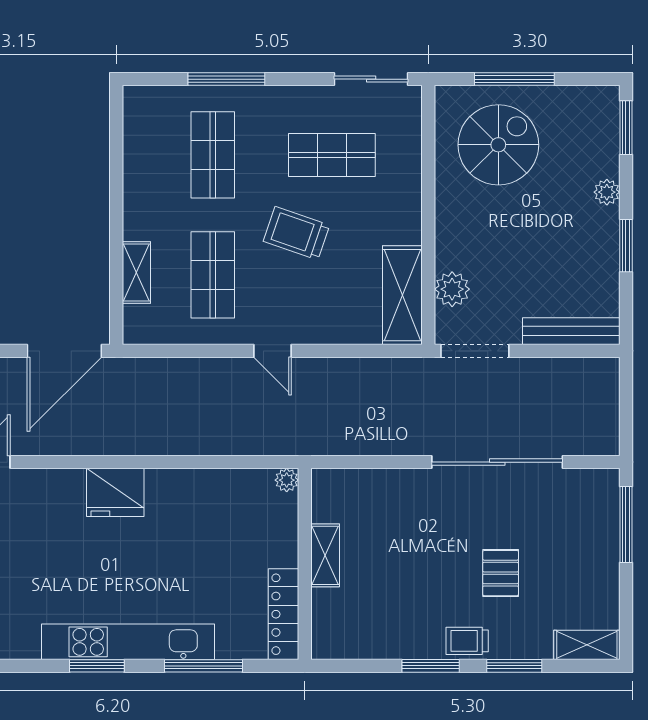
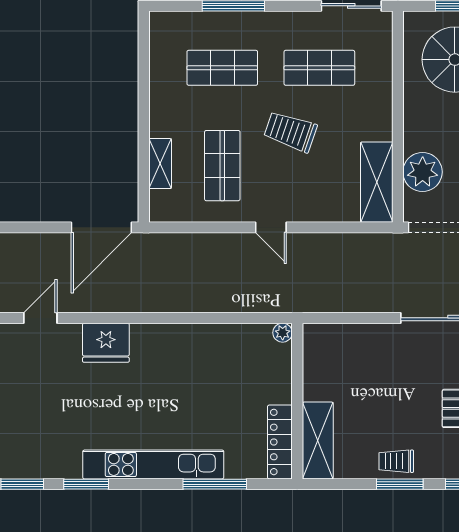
shop shelf: (213, 155) -> (222, 68), turned 90
plant: (452, 289) -> (423, 172), width x1.36, depth x1.36
fridge: (115, 492) -> (106, 343), moved
shelving: (325, 555) -> (318, 440), moved, width x1.50, depth x1.33
trolley: (467, 641) -> (396, 461), moved
window: (97, 666) -> (86, 484), moved

